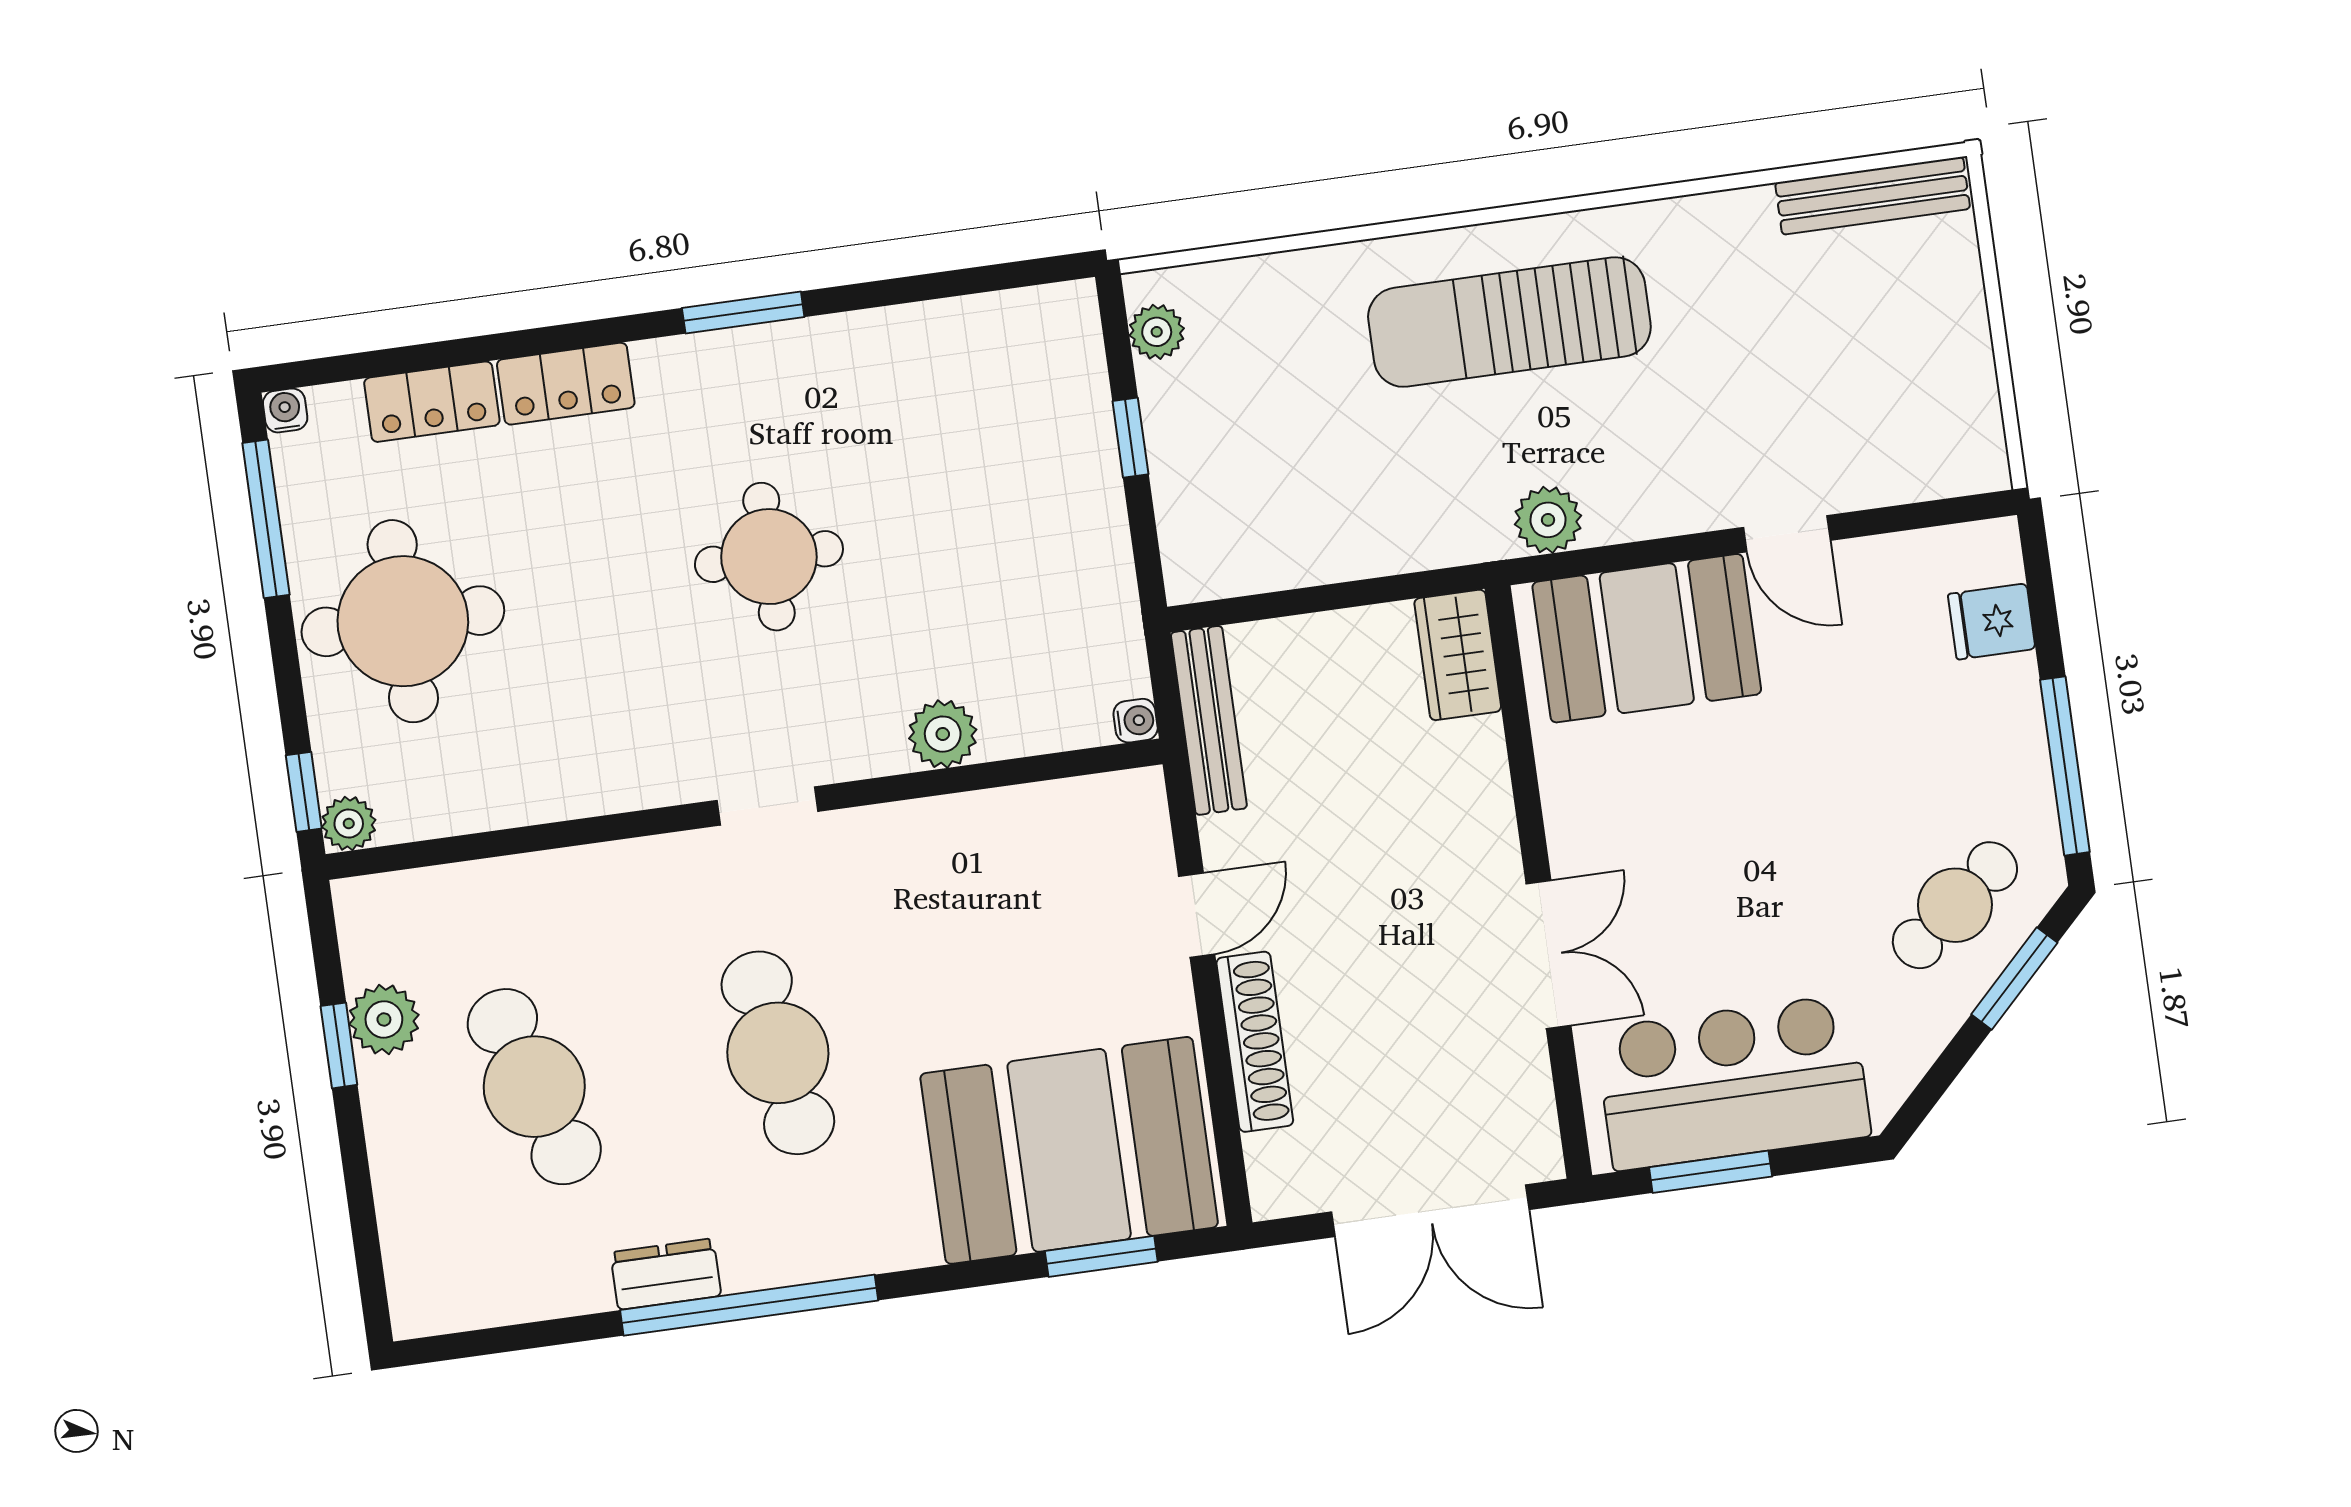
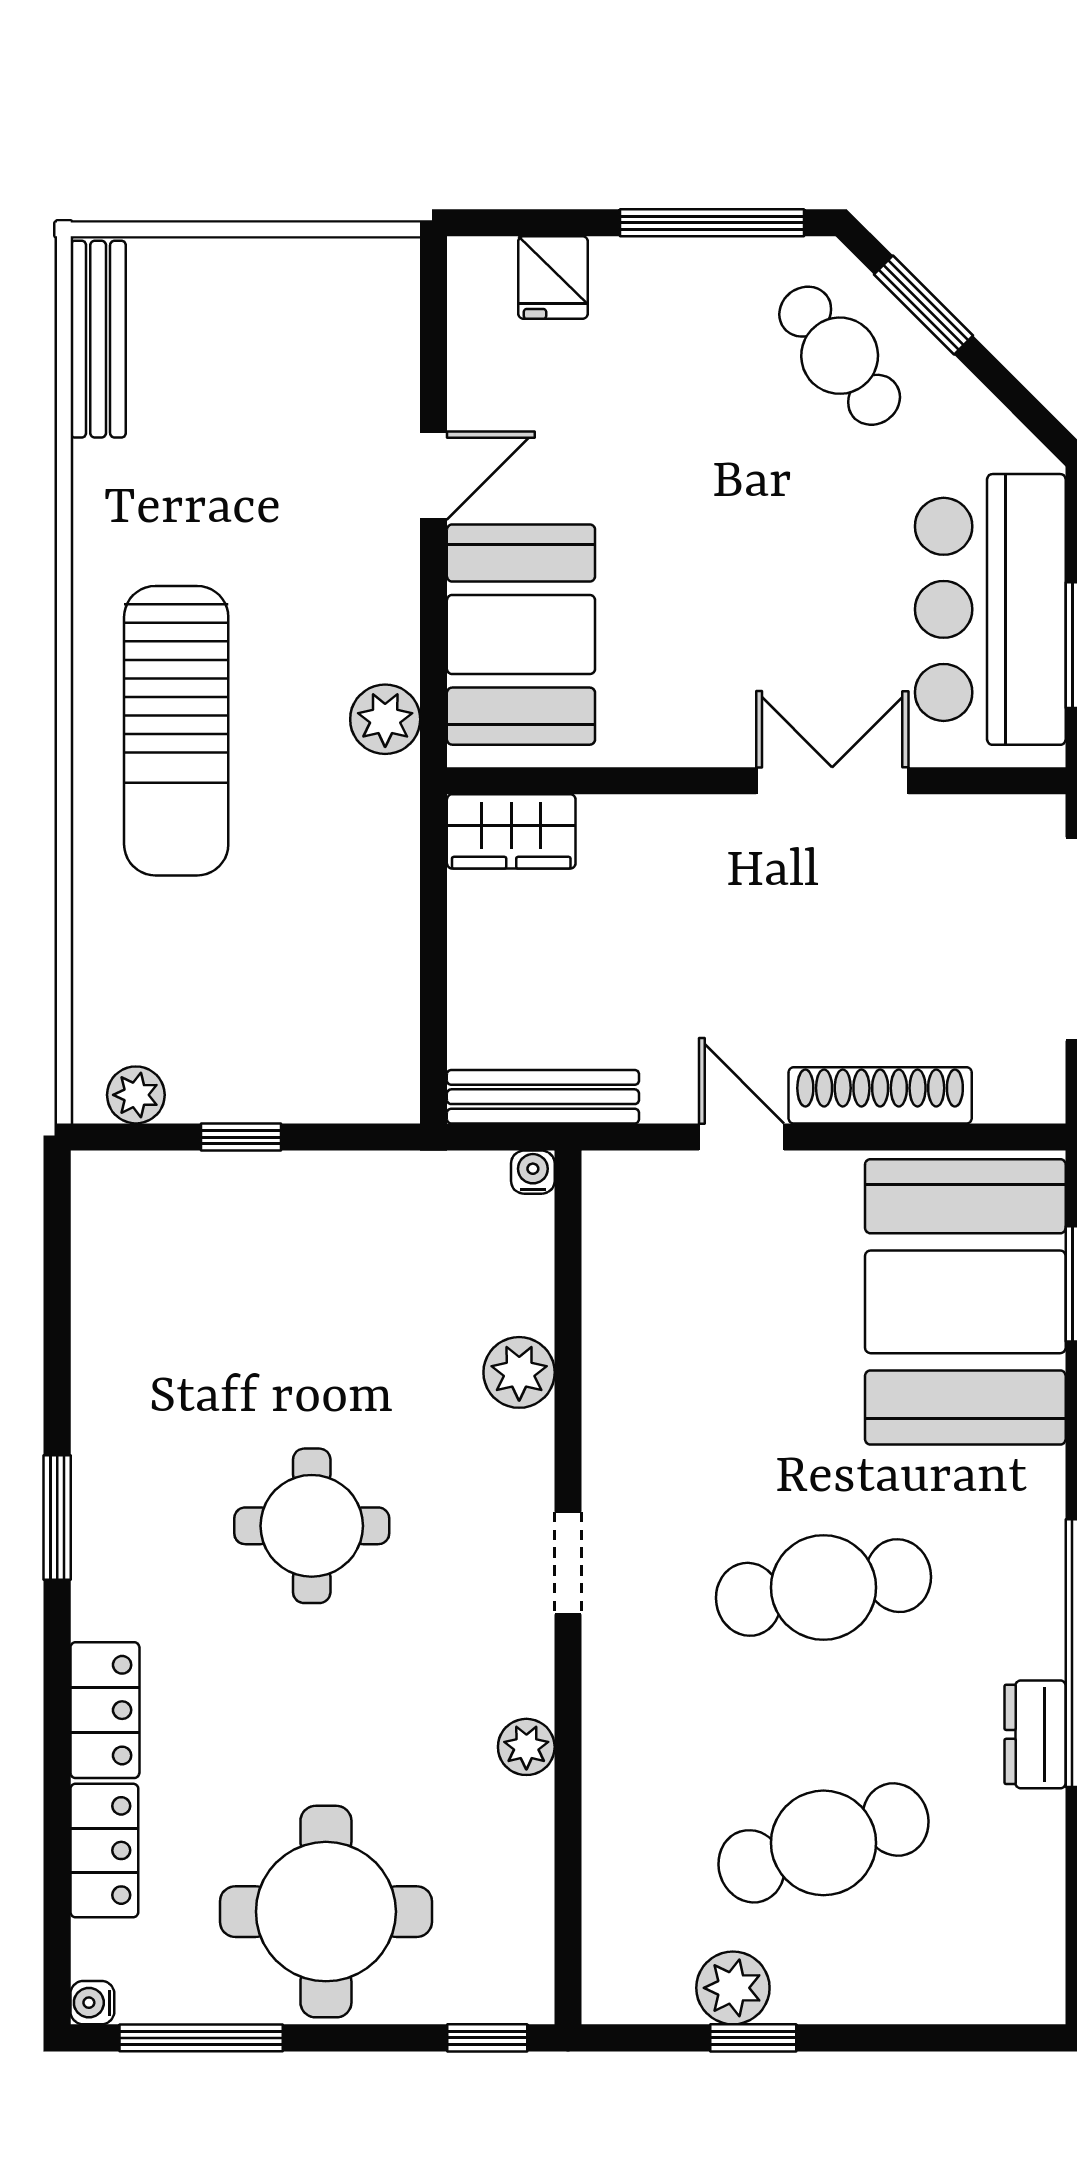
plant: (349, 823) -> (526, 1747), moved

